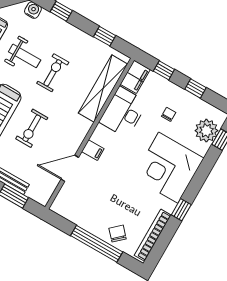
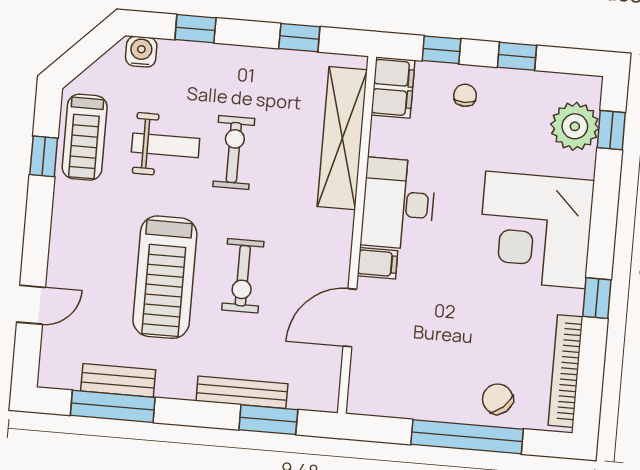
desk: (123, 112) -> (398, 204), moved
chair: (169, 114) -> (465, 95), moved

